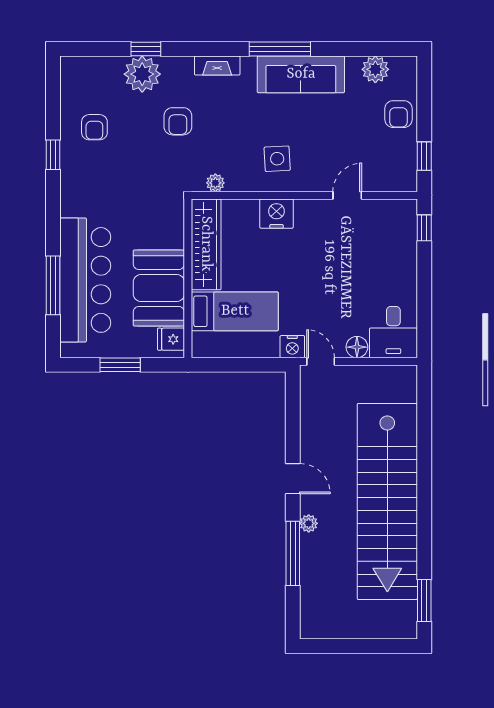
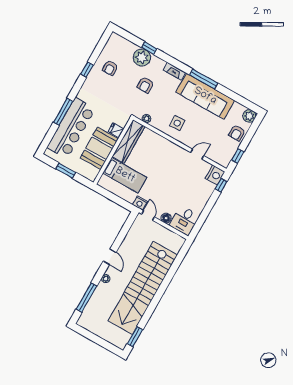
plant: (375, 69) -> (249, 116), moved
sofa: (301, 74) -> (205, 96), width x1.36, depth x1.27
nightstand: (277, 214) -> (215, 175), moved, turned 90
window: (53, 285) -> (63, 112), moved
fridge: (171, 339) -> (116, 130), moved
window: (293, 553) -> (86, 298), moved

